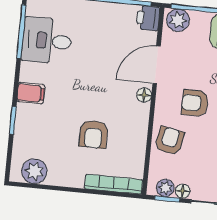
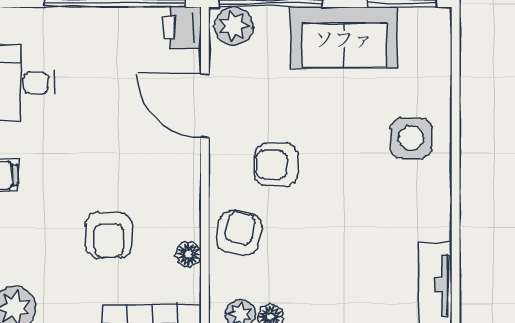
door: (157, 65) -> (205, 106), hinge flipped
floor lamp: (144, 95) -> (189, 254), moved

